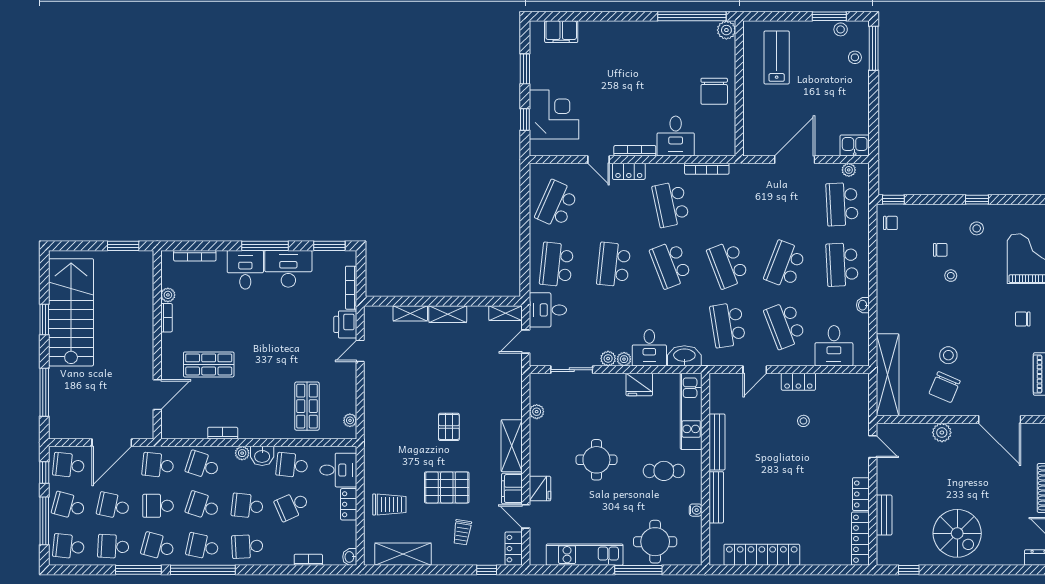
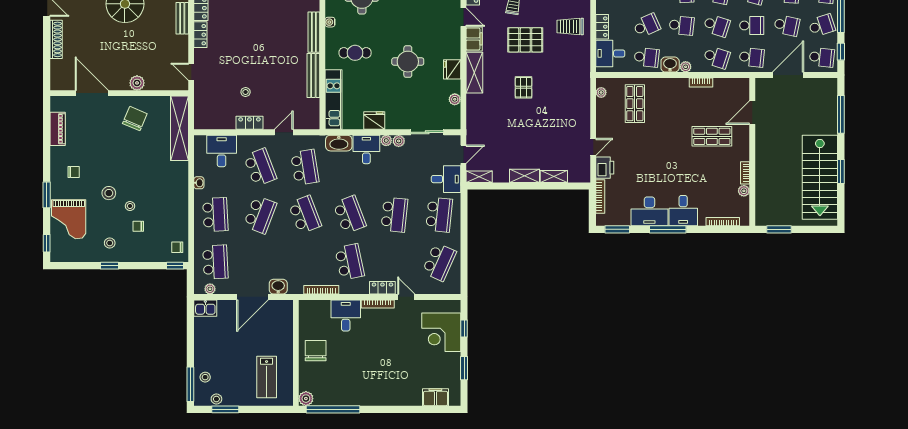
washbasin: (762, 173) -> (278, 287), added
stool: (948, 355) -> (109, 193), moved
fridge: (540, 489) -> (452, 69), moved
school desk: (69, 506) -> (822, 25), turned -33

